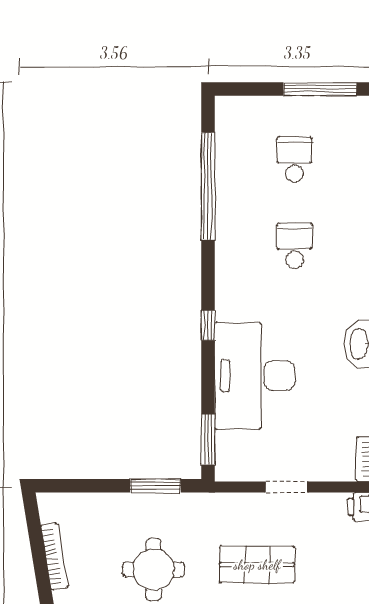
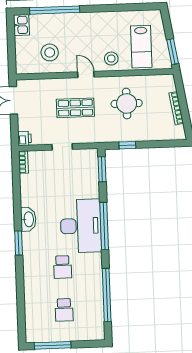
window: (208, 325) -> (104, 226), width x3.17
desk: (255, 376) -> (81, 226), moved
window: (155, 486) -> (127, 145), width x0.67

